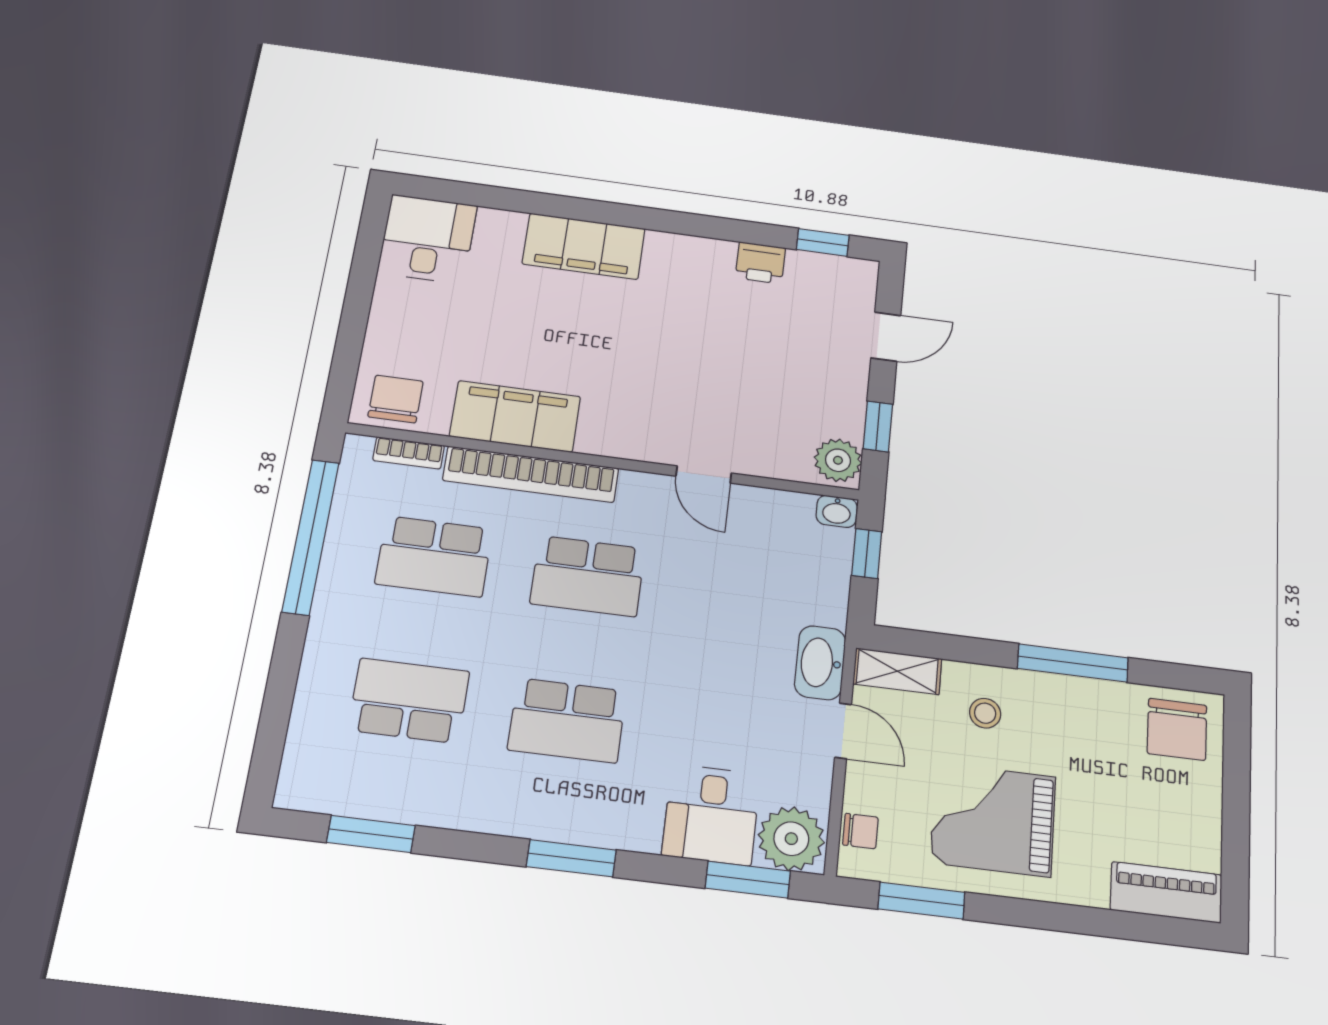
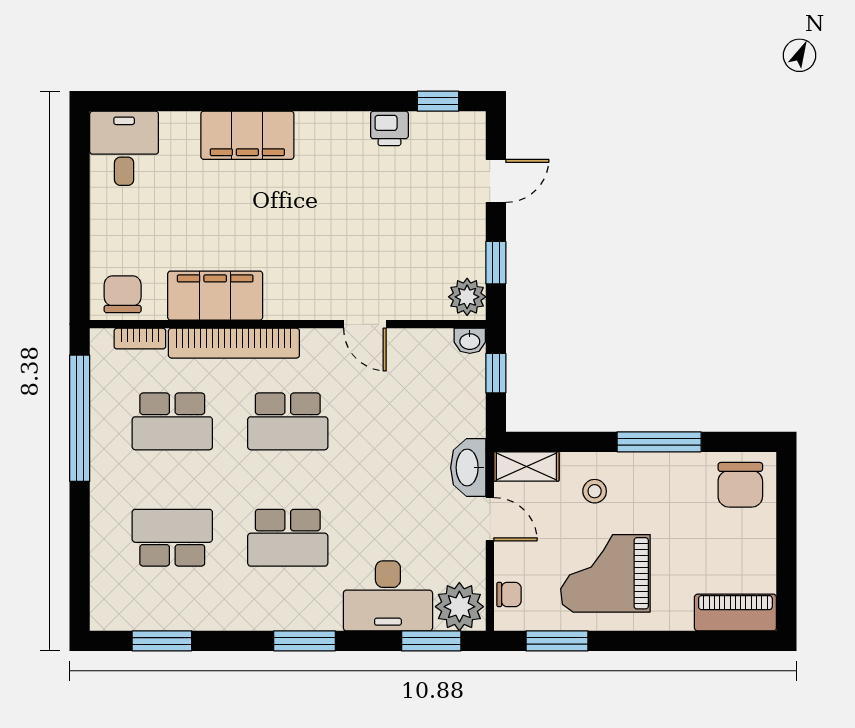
desk: (711, 815) -> (388, 596), width x1.37

